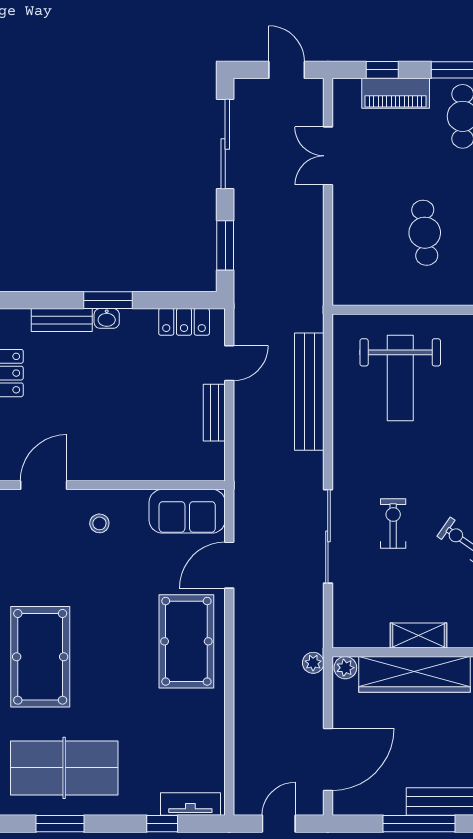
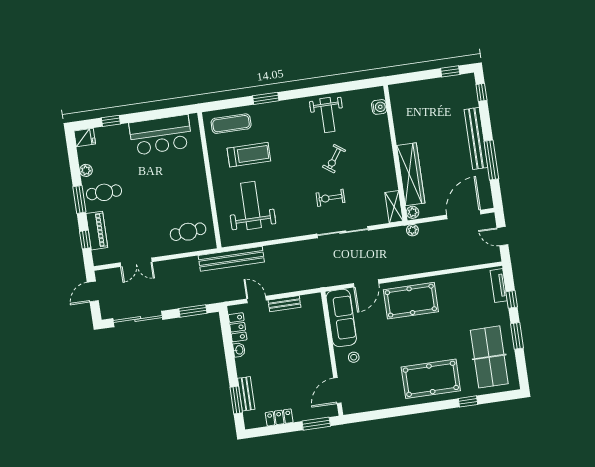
cafe table: (425, 233) -> (188, 232), moved
window: (108, 300) -> (236, 400), moved
washbasin: (107, 318) -> (239, 350), moved
weight bench: (400, 378) -> (251, 205), turned -90
bench: (309, 392) -> (231, 259), moved
door: (44, 485) -> (337, 391), hinge flipped
sofa: (187, 511) -> (341, 318), width x1.36
door: (229, 565) -> (366, 283), hinge flipped
shelving: (419, 636) -> (394, 207), moved
door: (328, 759) -> (464, 214), hinge flipped
window: (60, 824) -> (517, 336), moved

